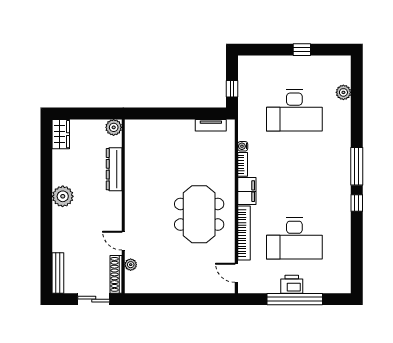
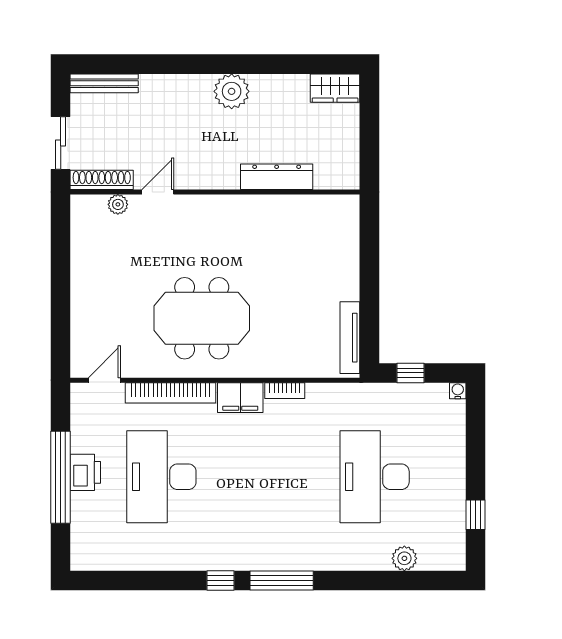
window: (302, 50) -> (476, 515), moved
tv unit: (211, 125) -> (350, 338), width x1.41
plant: (114, 127) -> (346, 176), removed
water cooler: (243, 146) -> (458, 391), moved

